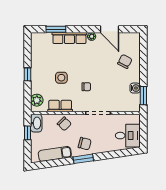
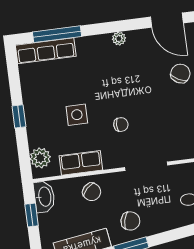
window: (56, 29) -> (57, 34), width x1.44
door: (110, 29) -> (167, 20), moved
row of seats: (69, 38) -> (46, 51), moved

